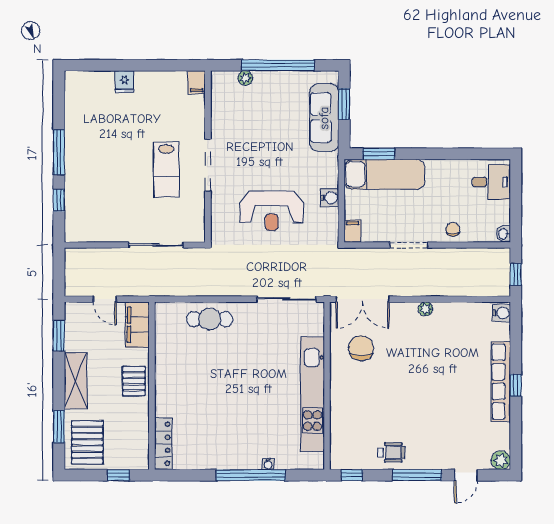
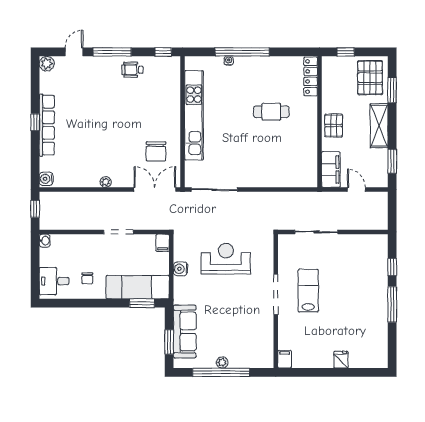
plant: (245, 78) -> (222, 362), moved
chair: (453, 229) -> (87, 278), moved
cafe table: (210, 319) -> (271, 112), moved

